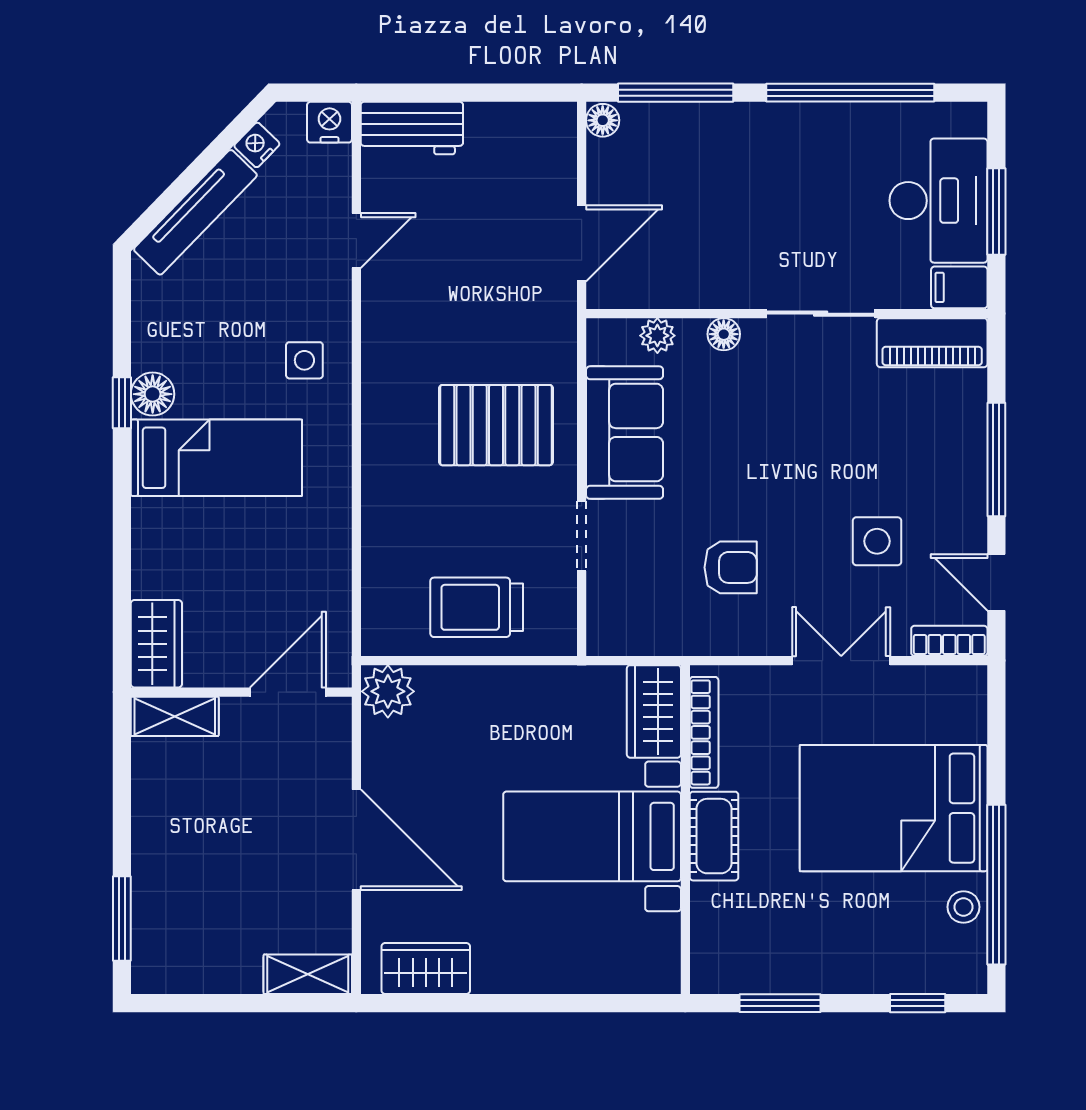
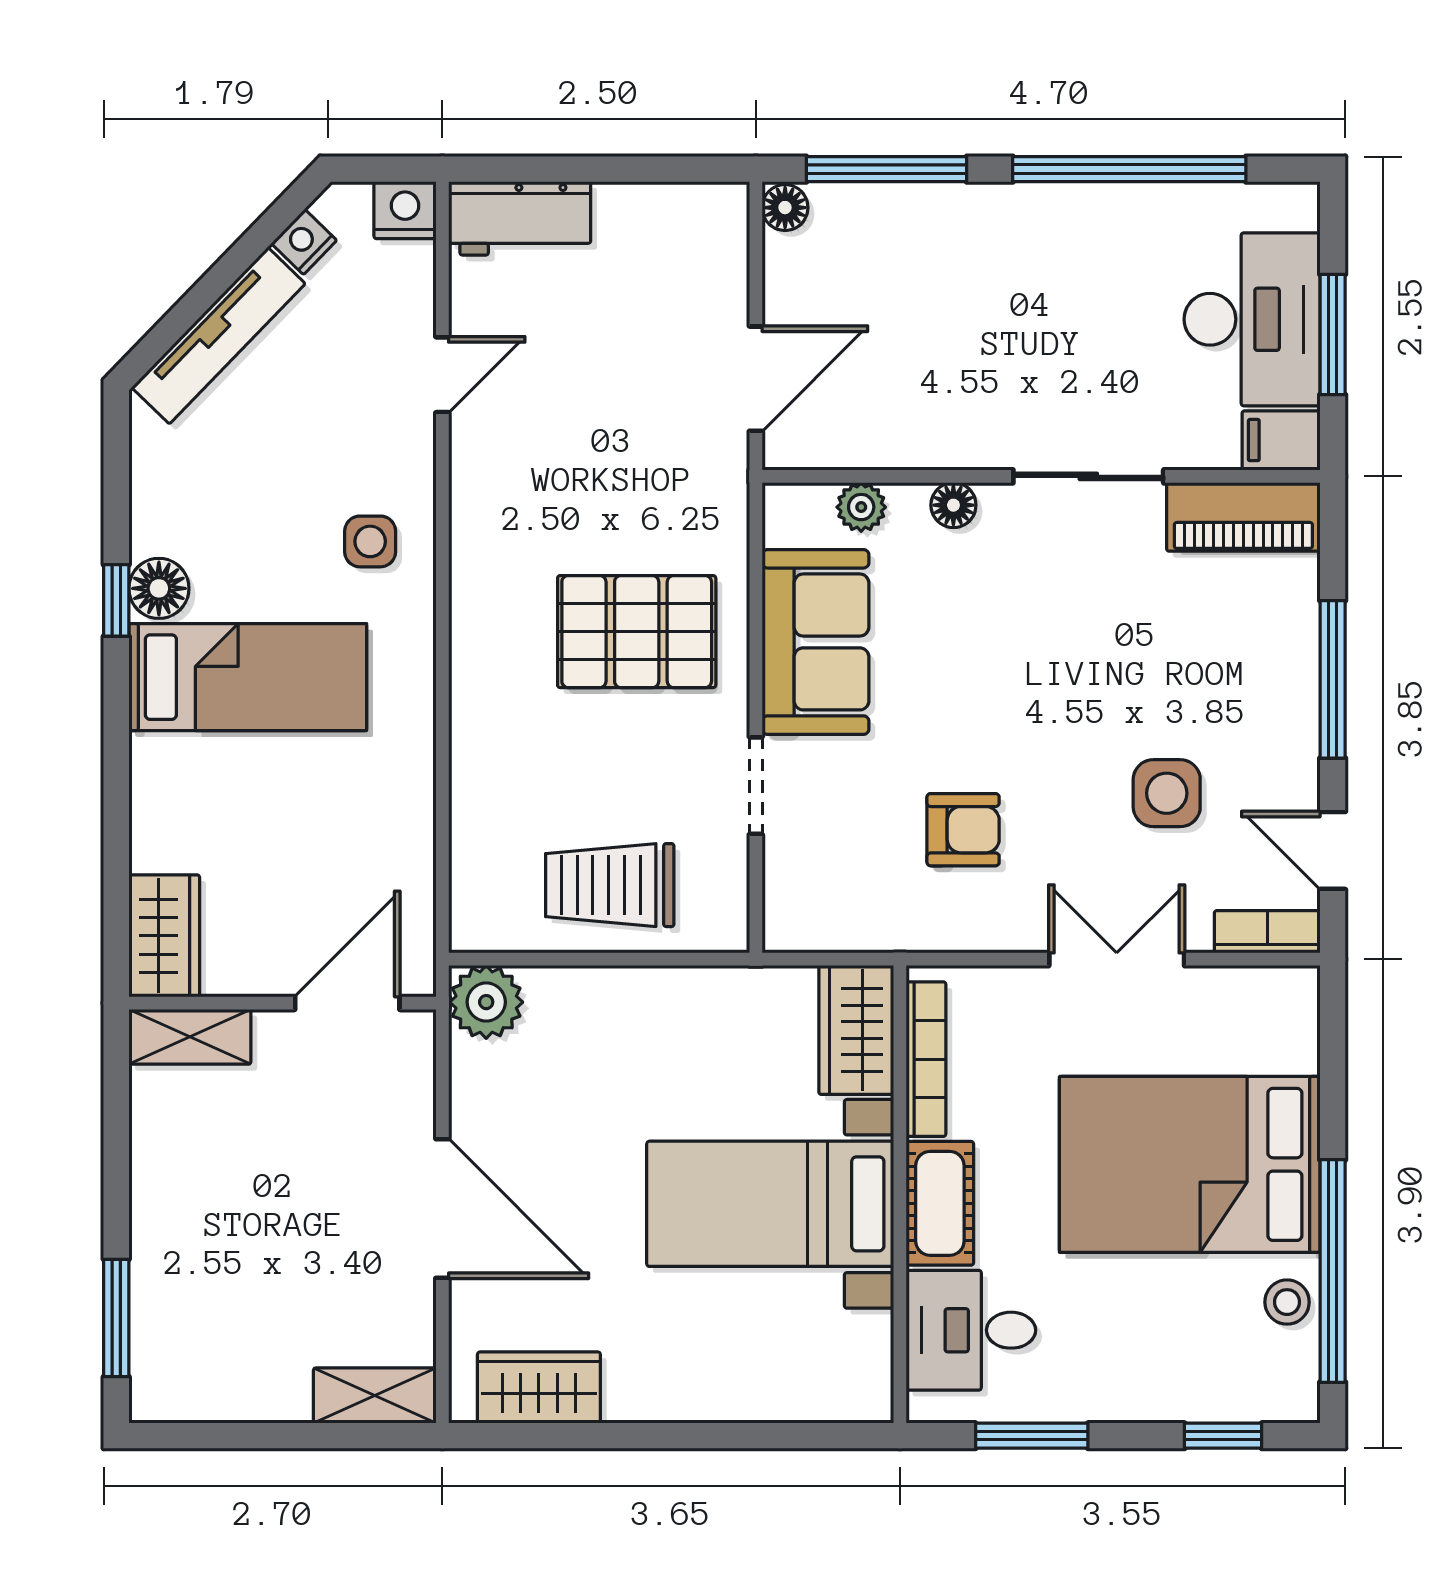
desk: (736, 927) -> (971, 1330), added

